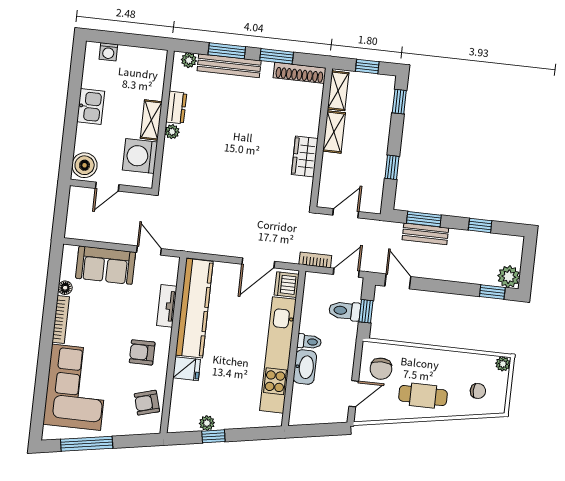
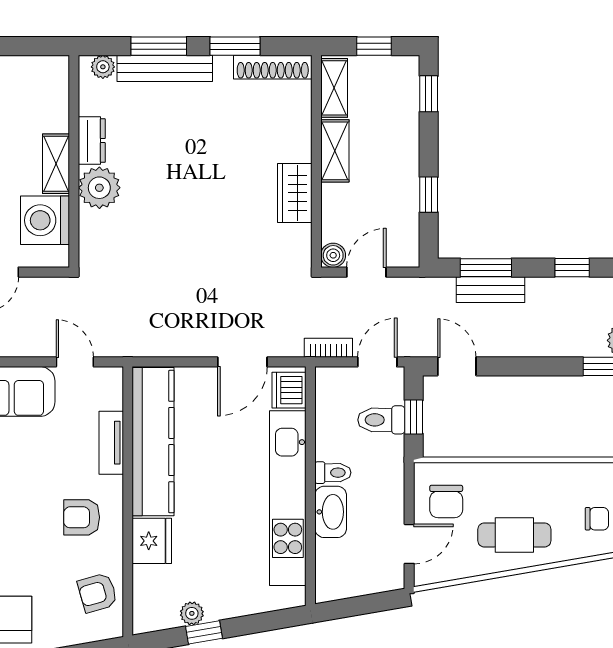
plant: (172, 132) -> (99, 188), width x1.88, depth x1.88
boiler: (325, 200) -> (333, 255), added
fridge: (187, 369) -> (152, 541), width x1.38

